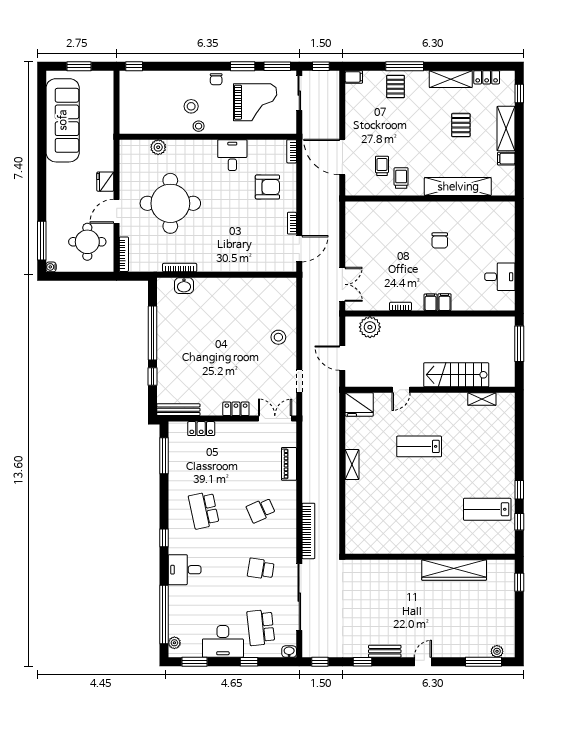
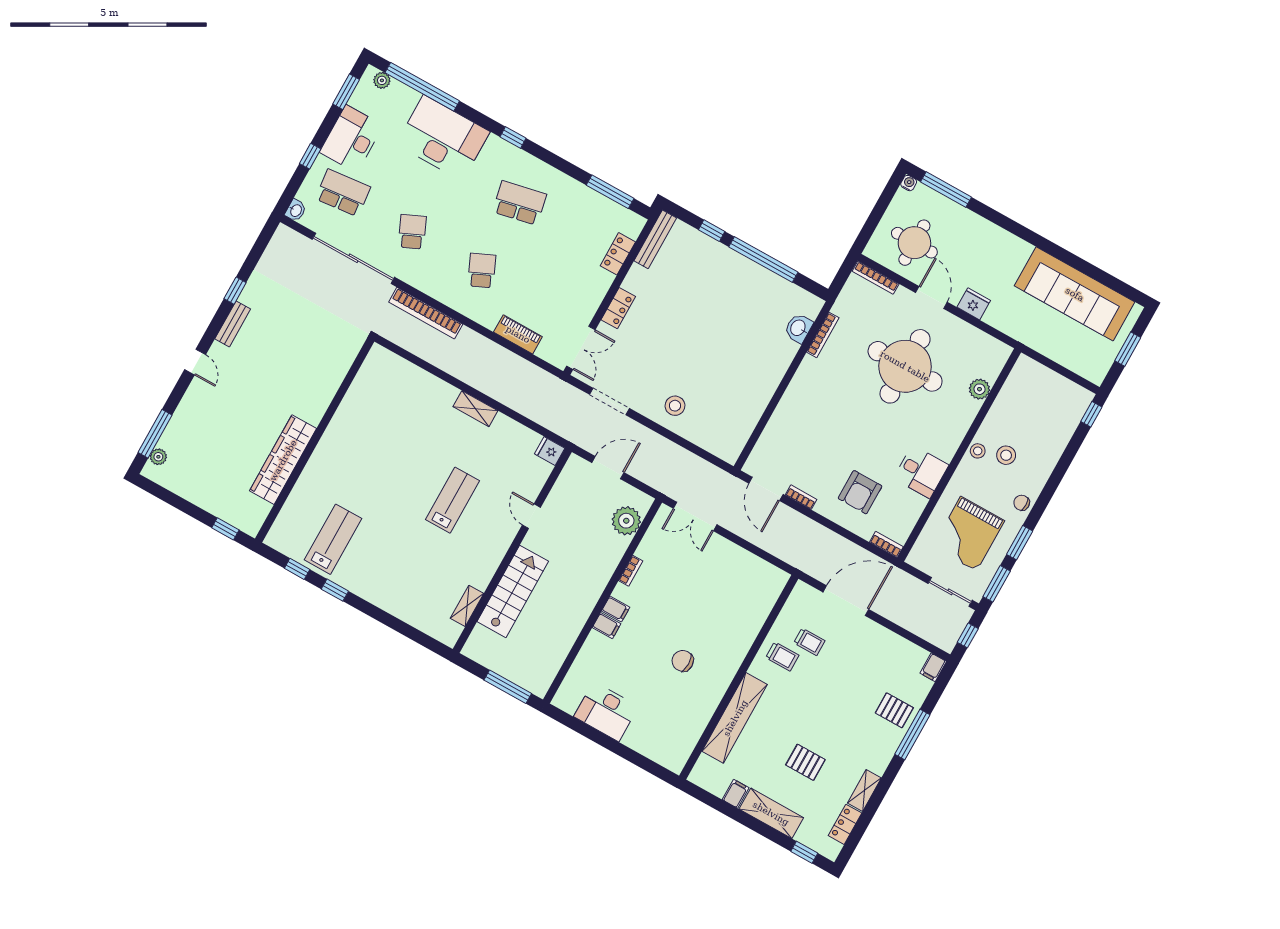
shelving: (451, 79) -> (864, 790), width x0.67, depth x0.75
desk: (500, 277) -> (606, 711), width x1.37
doorway: (299, 381) -> (609, 401), width x1.38
fridge: (359, 405) -> (550, 451), width x0.53, depth x0.75
school desk: (261, 569) -> (412, 232), turned -33
desk: (185, 570) -> (443, 138), width x1.87, depth x1.30
window: (320, 662) -> (263, 240), removed

